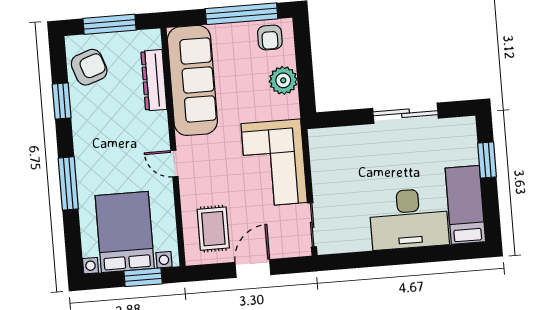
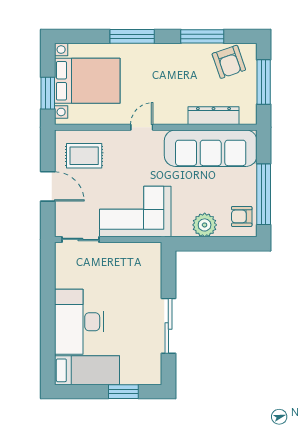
window: (62, 101) -> (202, 36), width x1.44

